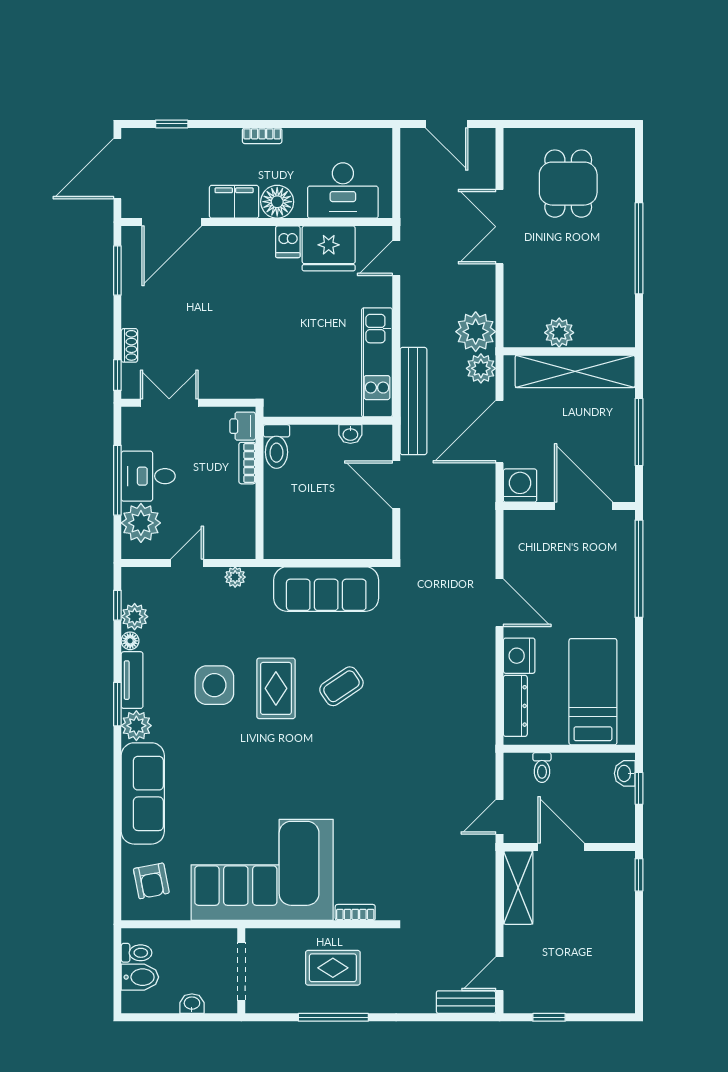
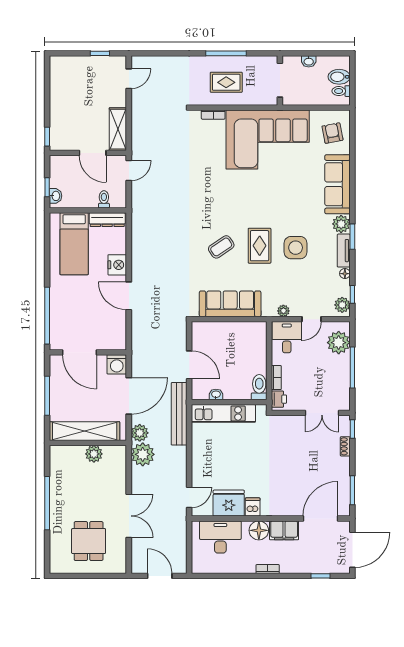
kitchen unit: (377, 362) -> (223, 413), moved, turned 90
desk: (148, 476) -> (287, 337), moved, turned -90
plant: (135, 617) -> (342, 305), moved
dresser: (515, 706) -> (107, 220), moved, turned -90
bench: (466, 1002) -> (148, 62), removed

